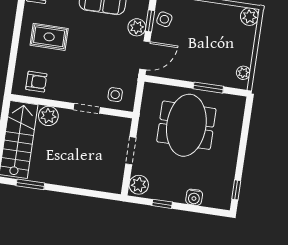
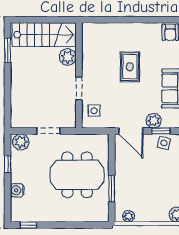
rug: (49, 37) -> (130, 67), moved
armchair: (36, 82) -> (95, 42), removed

